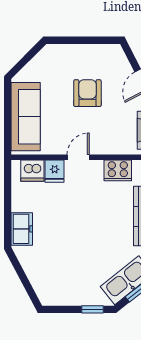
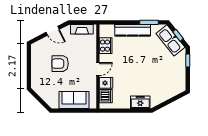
sofa: (26, 117) -> (74, 100), width x0.73
door: (78, 157) -> (98, 69), swing flipped

